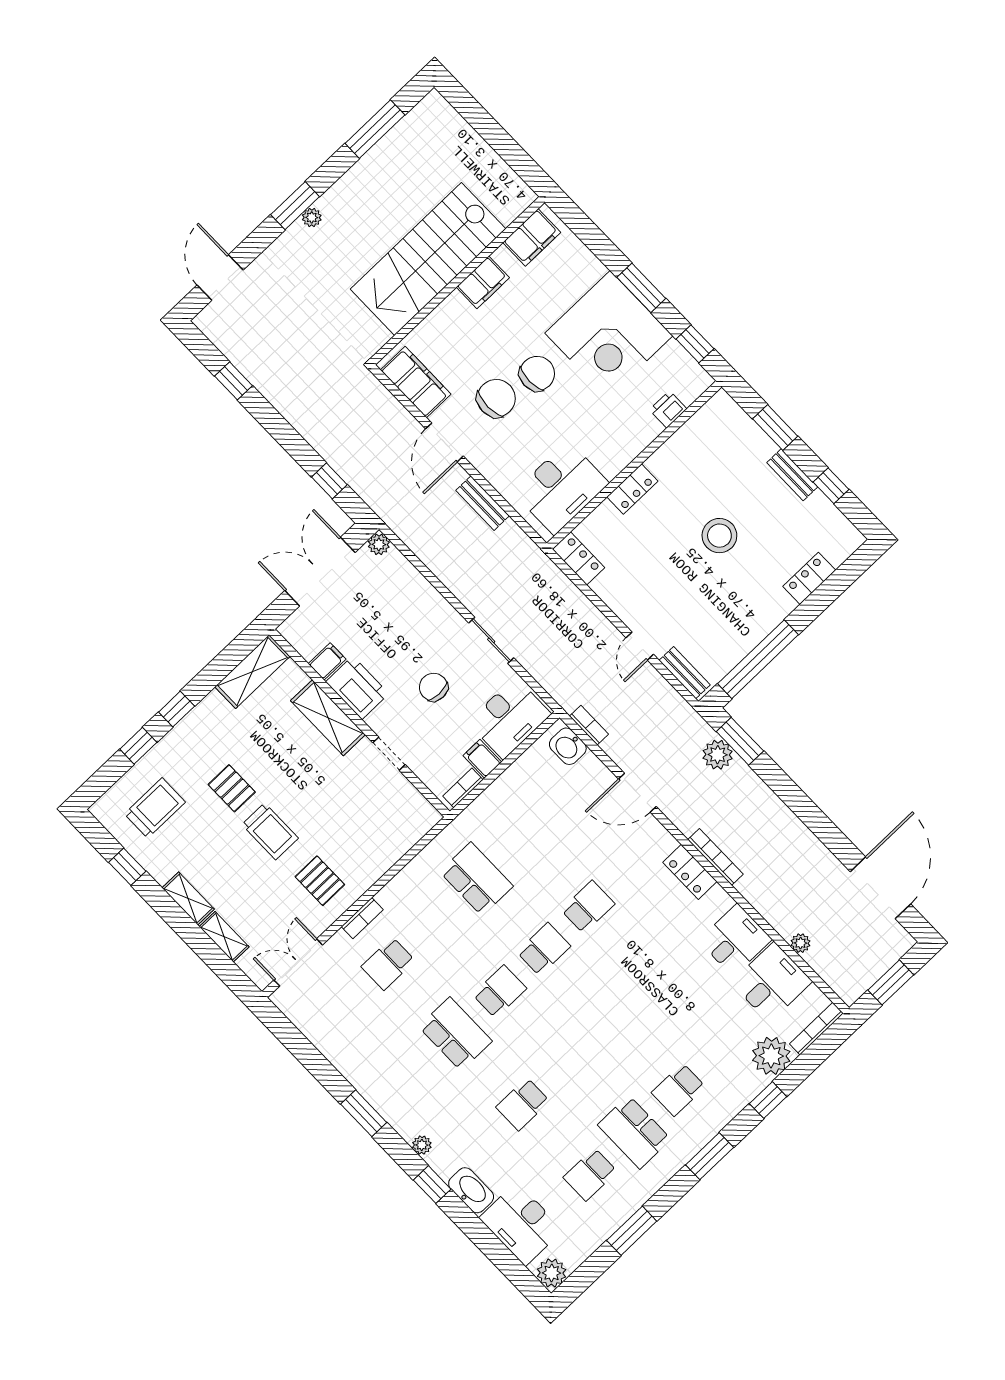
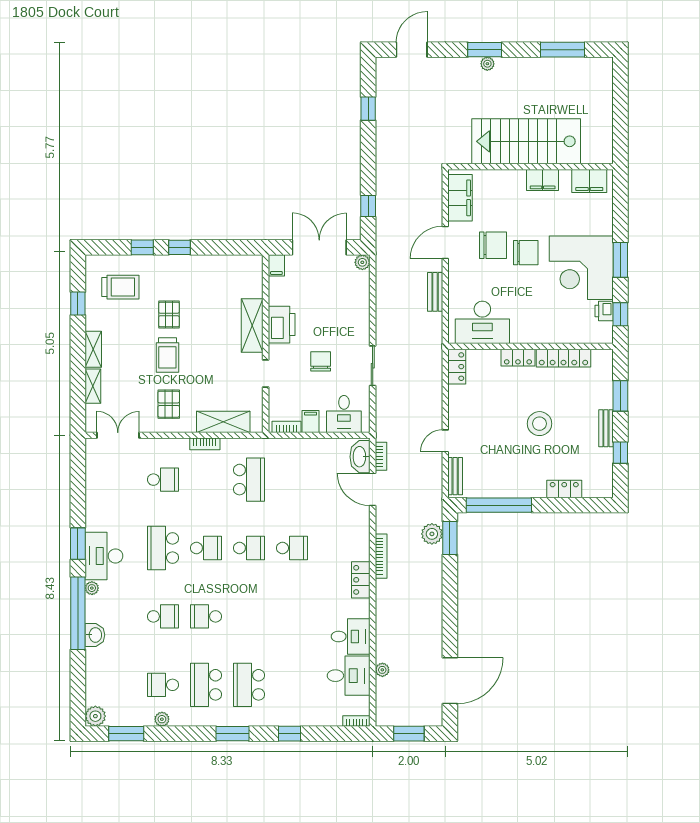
printer: (668, 409) -> (604, 311), moved, turned -90
locker: (680, 445) -> (563, 358), added
filing cabinet: (327, 661) -> (276, 265), moved, turned 90
shelving: (252, 672) -> (223, 422), moved
desk: (509, 718) -> (344, 414), width x0.73
washbasin: (568, 746) -> (360, 457), width x1.38
door: (637, 793) -> (373, 489), moved
bookcase: (716, 857) -> (381, 556), moved
bookcase: (362, 918) -> (205, 444), moved
school desk: (388, 964) -> (163, 480), turned 180
bookcase: (816, 1029) -> (356, 721), width x0.64
school desk: (455, 1034) -> (163, 548), turned 180
plant: (771, 1056) -> (162, 719), moved, width x0.53, depth x0.53
school desk: (567, 1062) -> (206, 616), added
school desk: (678, 1090) -> (249, 685), width x1.85
school desk: (523, 1104) -> (163, 616), turned 180
window: (432, 1185) -> (78, 613), width x3.17
washbasin: (471, 1190) -> (95, 635), width x0.72
desk: (521, 1224) -> (104, 556), moved
window: (632, 1231) -> (126, 734), moved

